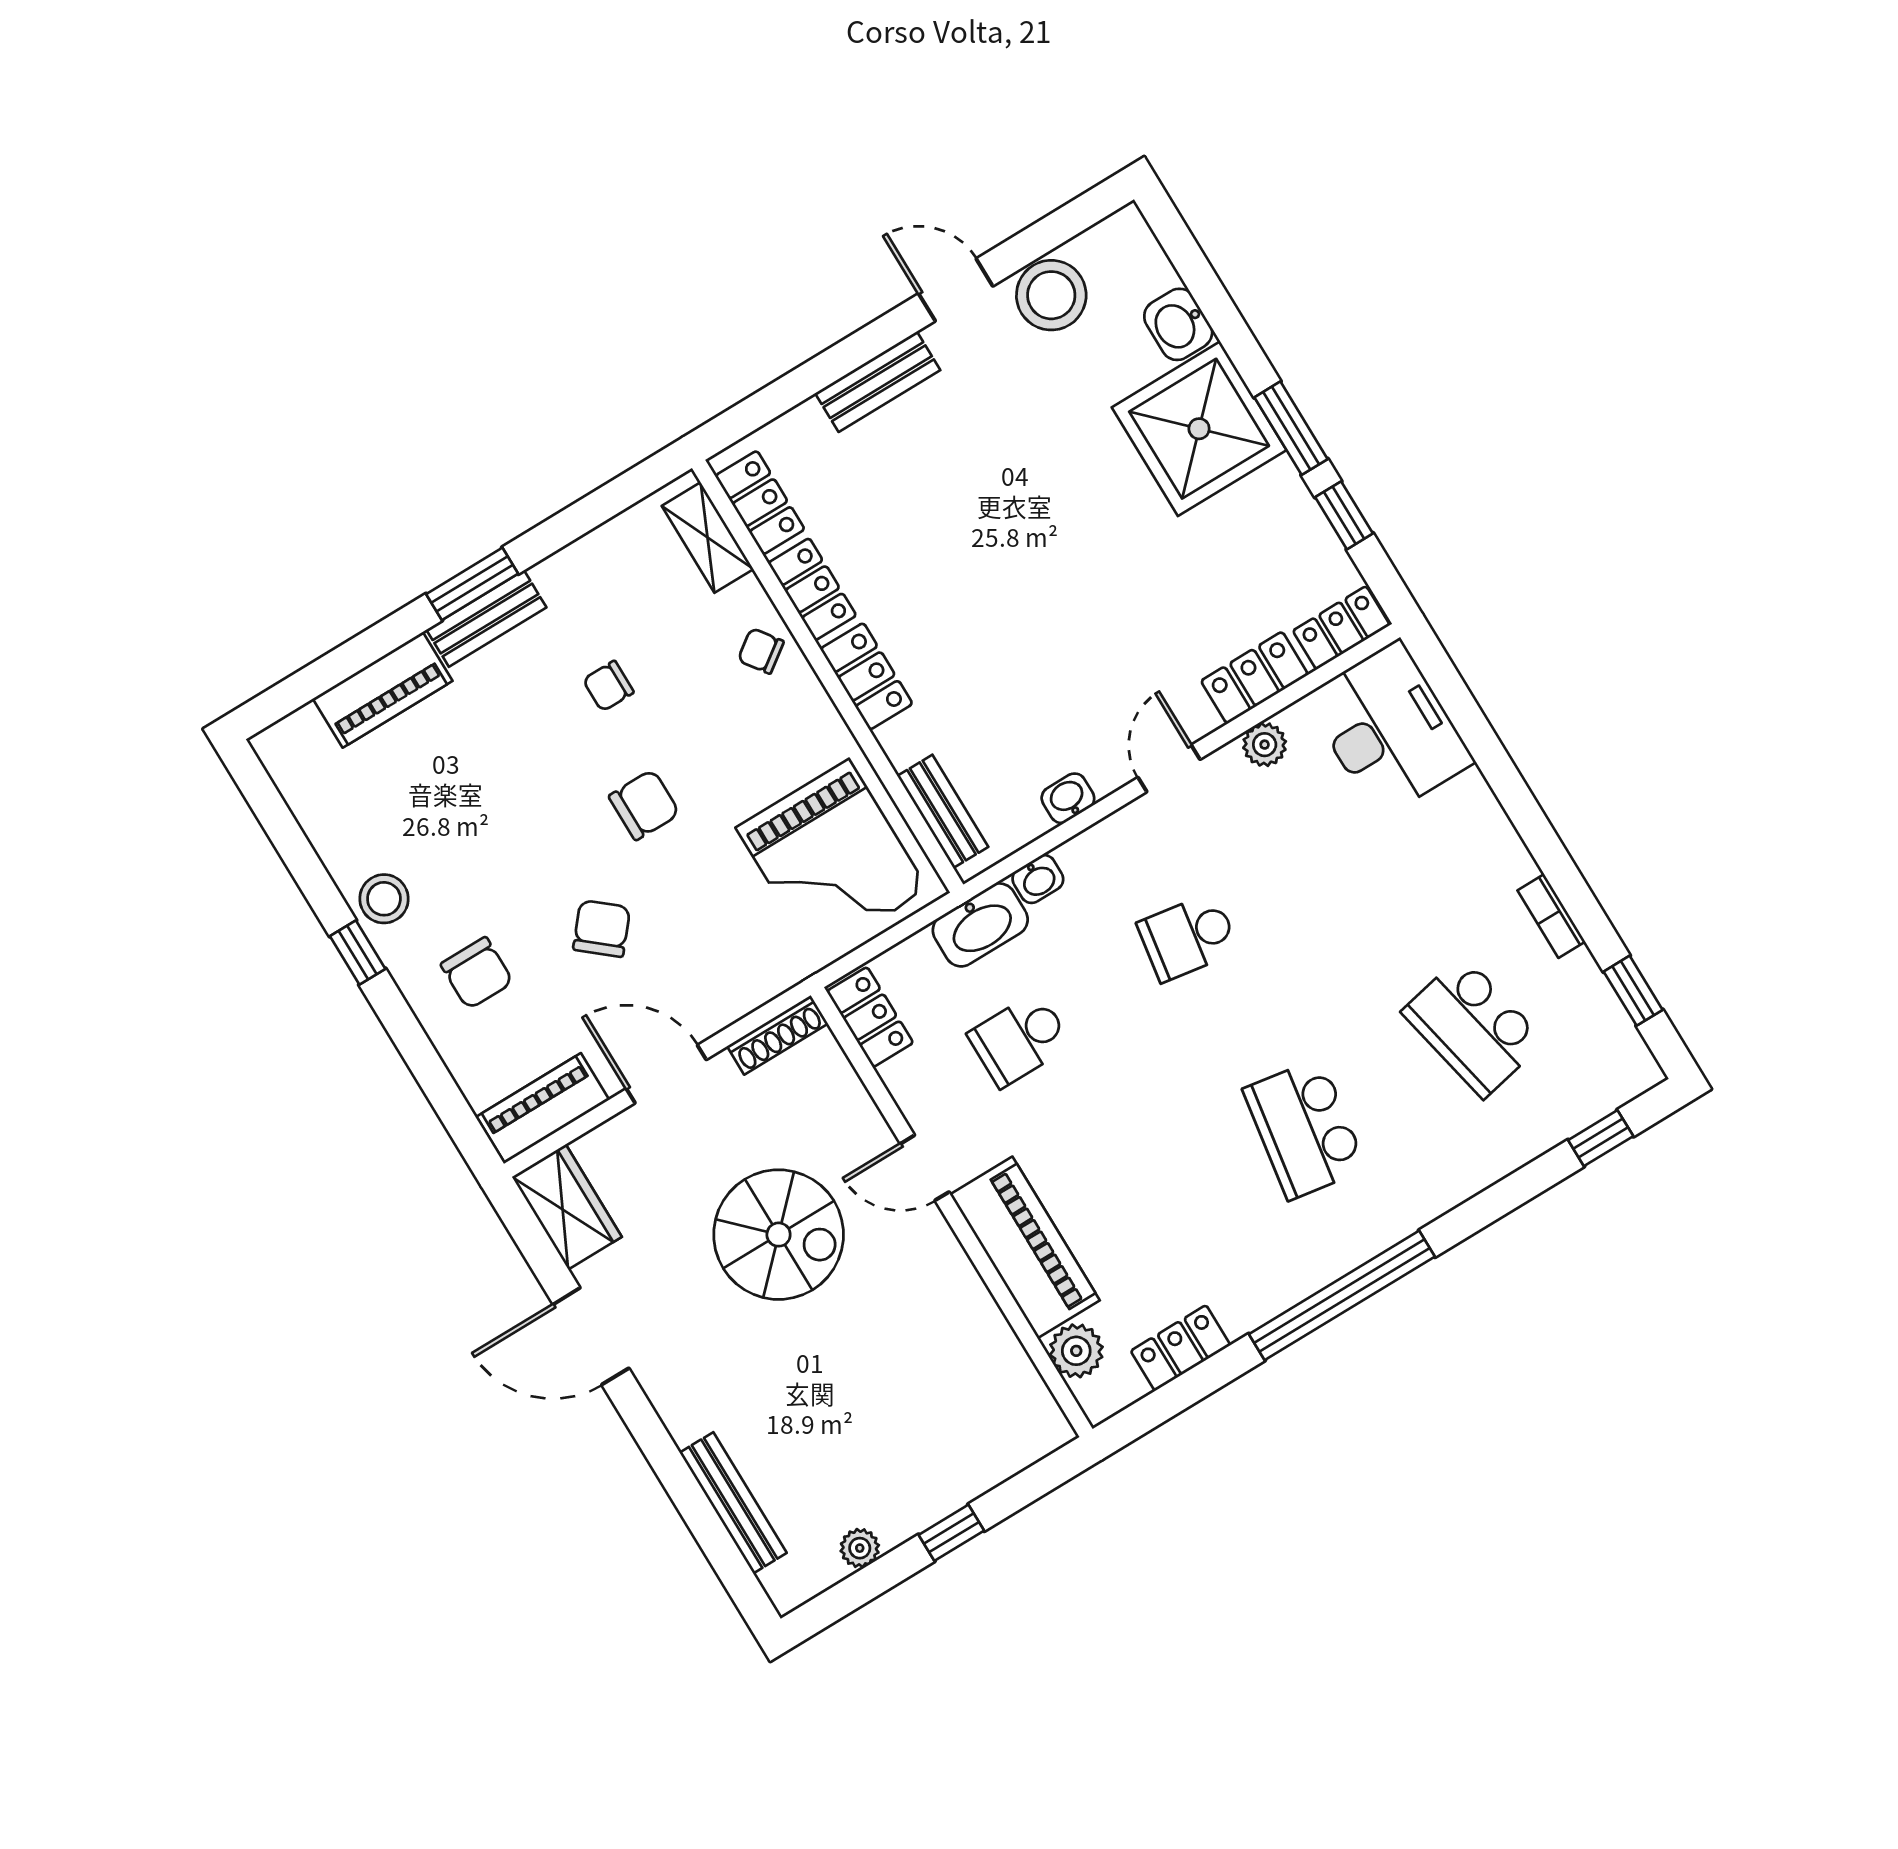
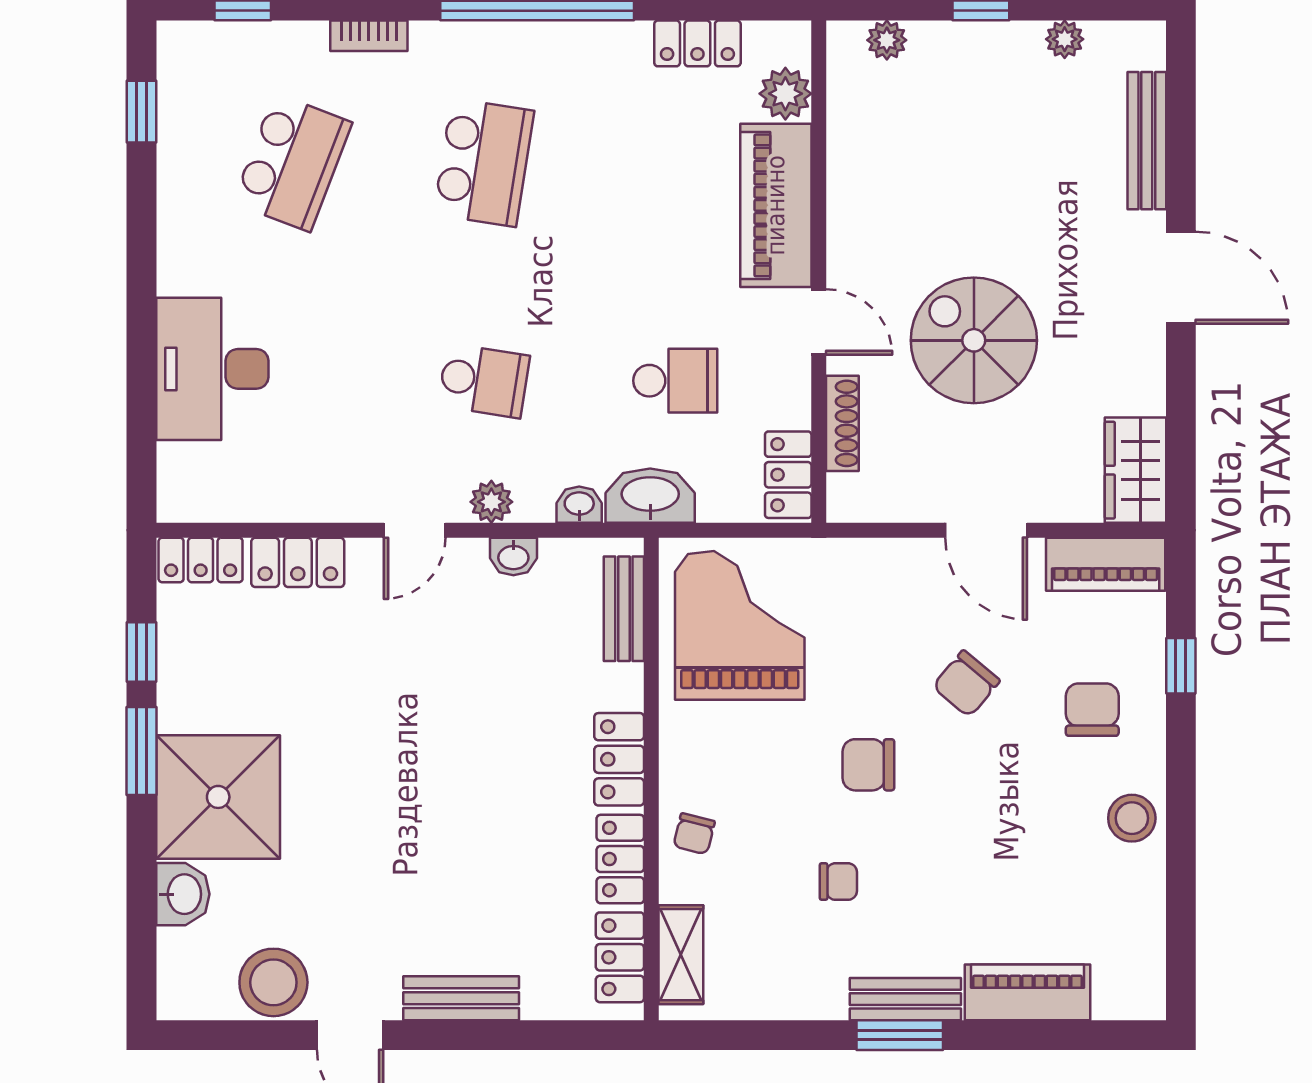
chair: (761, 651) -> (694, 834), turned 50
desk: (1389, 729) -> (212, 369), moved
plant: (1265, 745) -> (491, 502), moved
bookcase: (1551, 916) -> (369, 36), moved, turned 90
window: (358, 953) -> (1181, 666), moved
school desk: (1473, 1027) -> (292, 163), turned 33
shoe rack: (778, 1035) -> (842, 423), moved, turned 90
door: (591, 1336) -> (1181, 278), moved
plant: (1016, 1452) -> (887, 40), added

